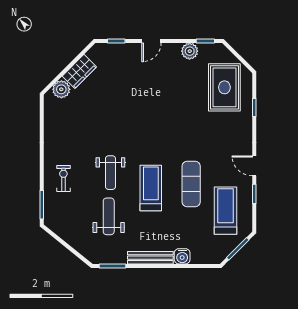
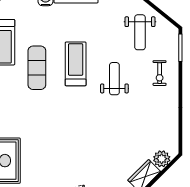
treadmill: (151, 188) -> (76, 64), turned 180
weight bench: (109, 216) -> (140, 32), moved

